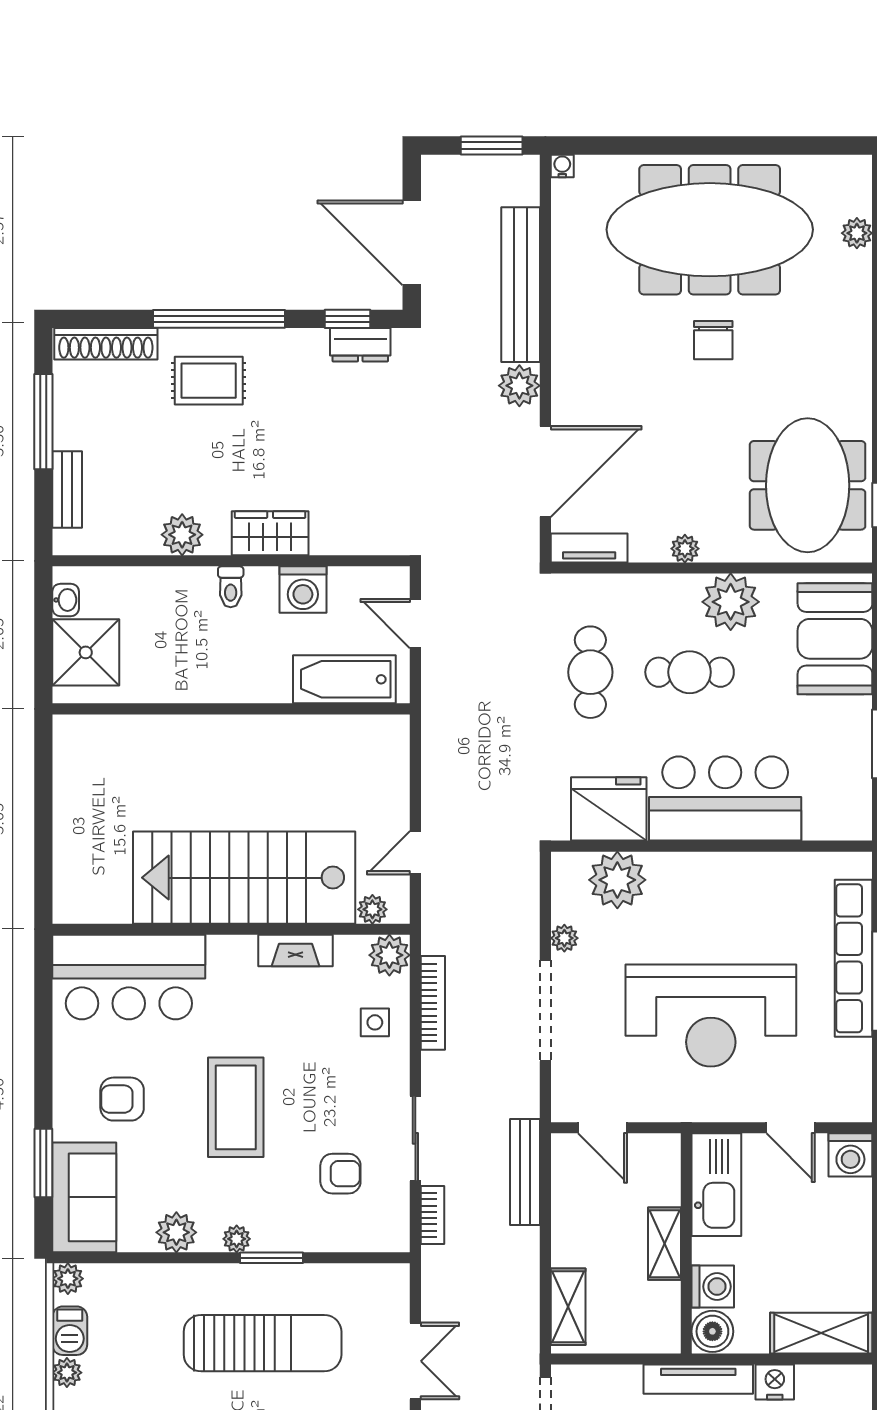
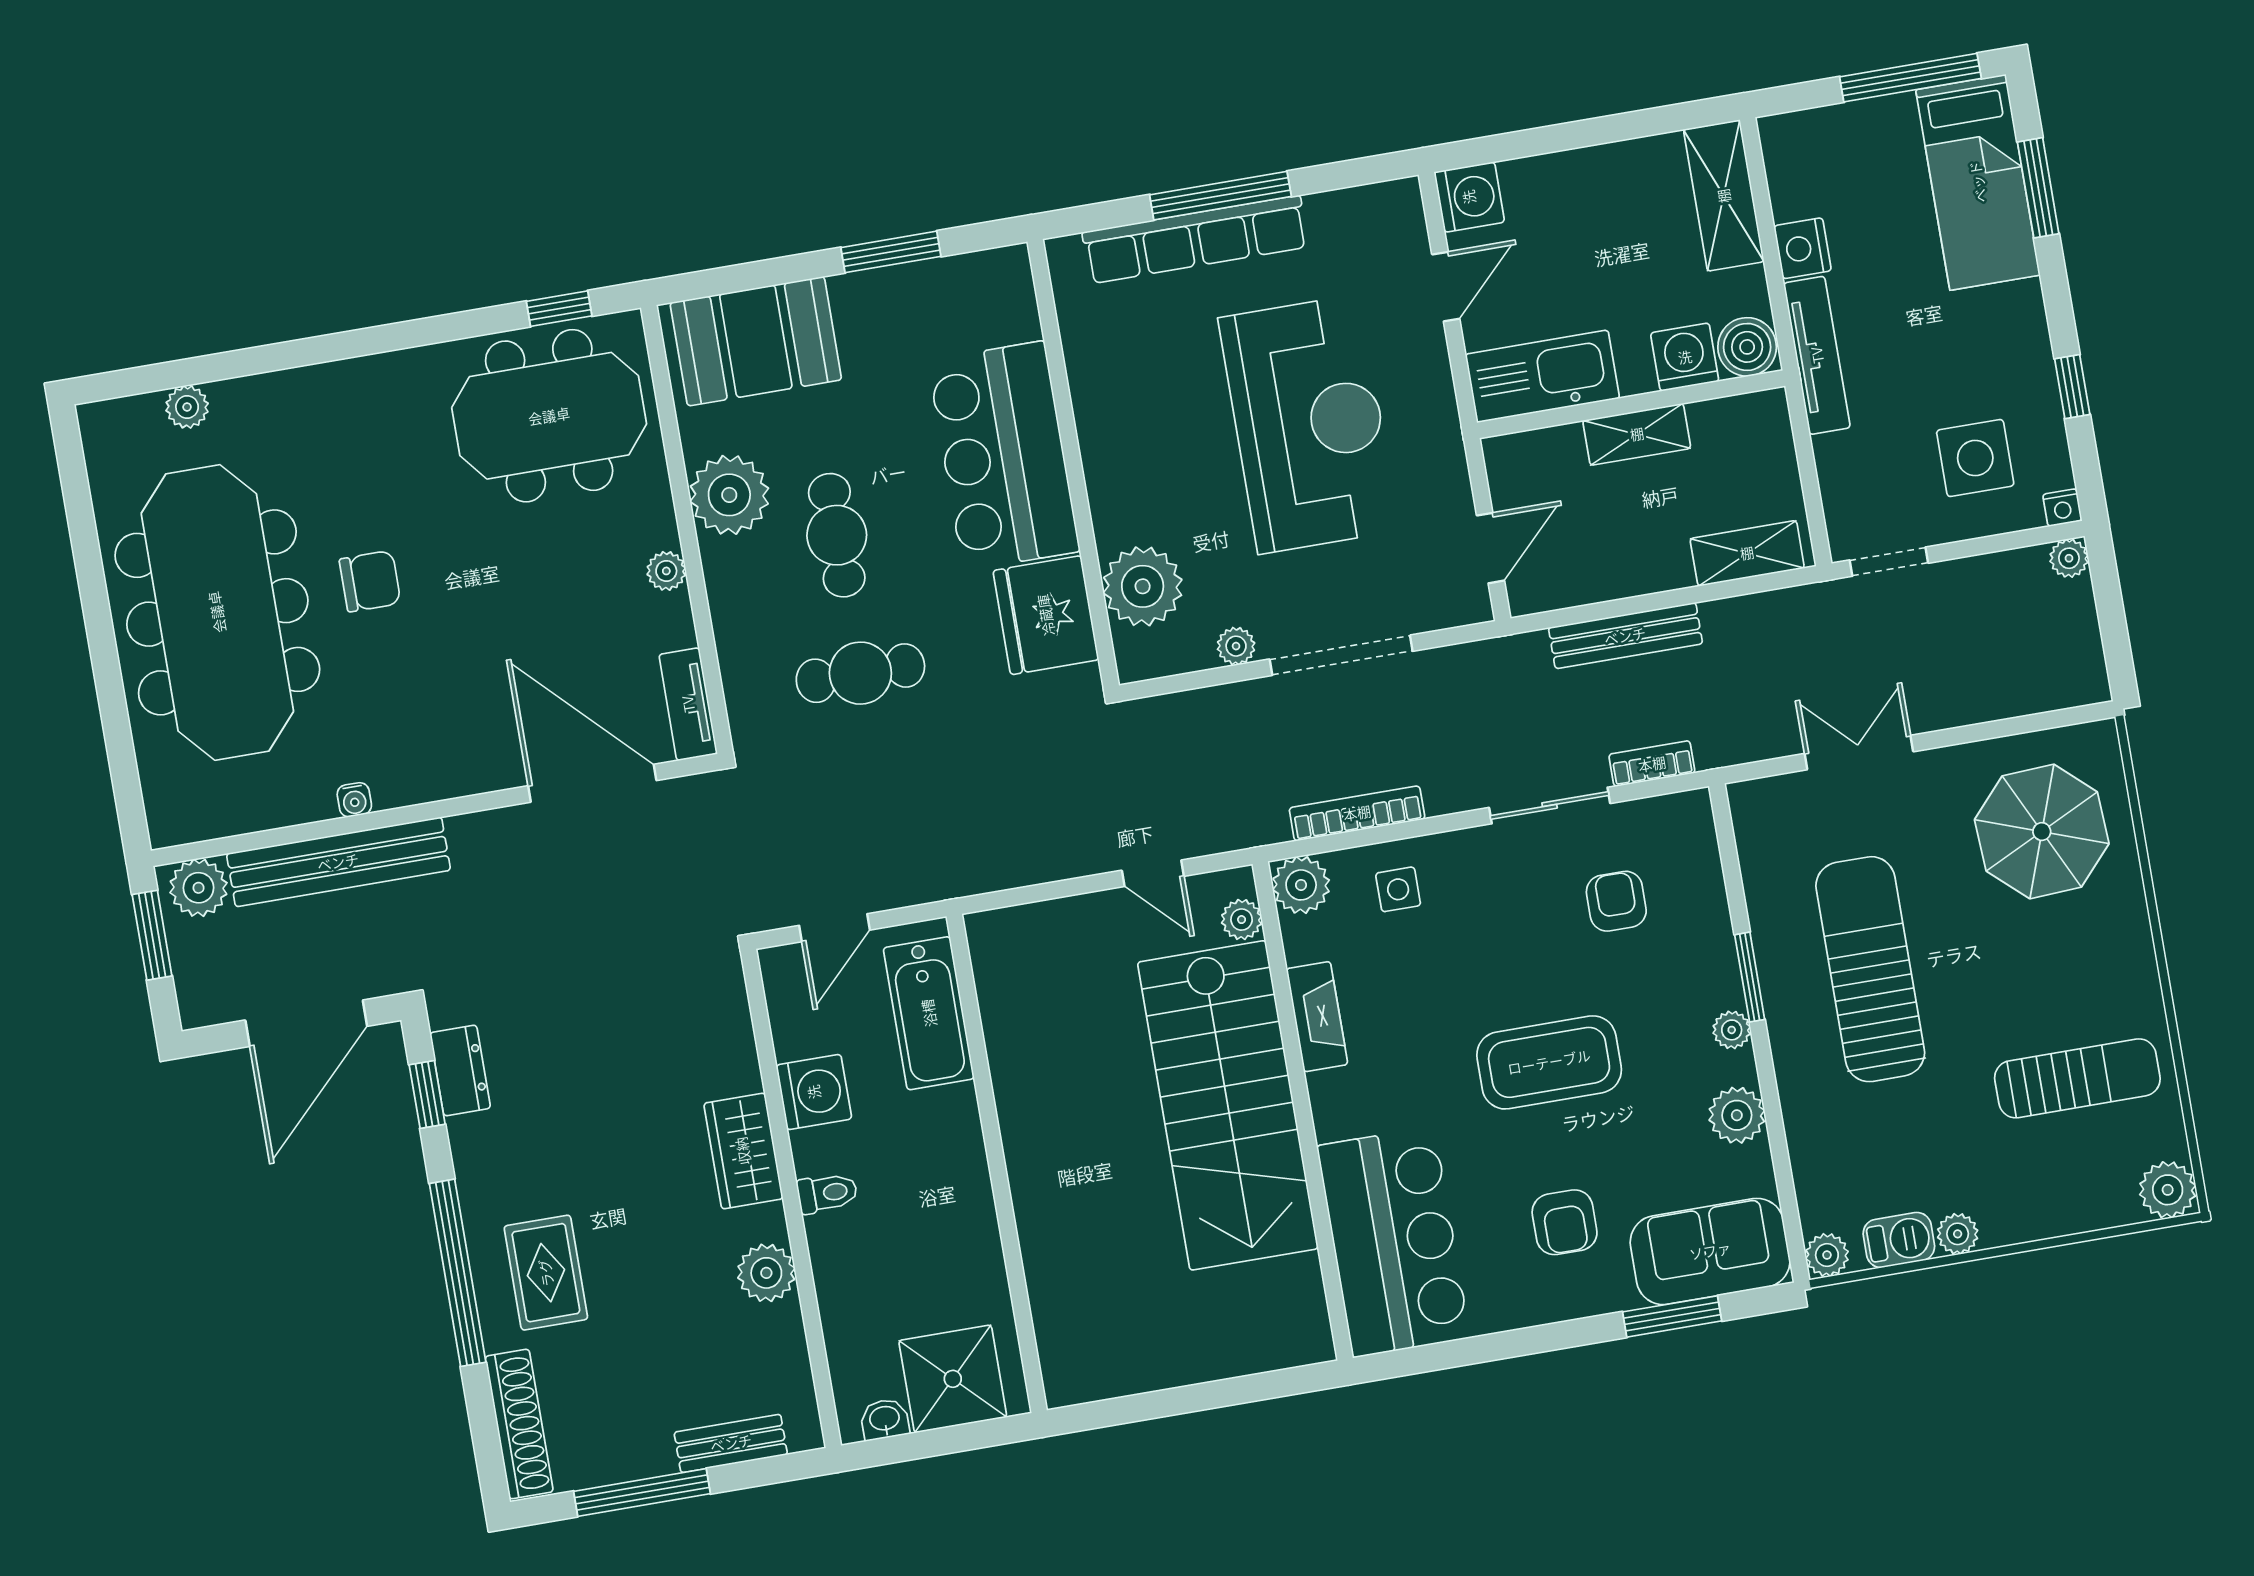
water cooler: (562, 166) -> (354, 800), moved, turned -90
plant: (519, 386) -> (199, 888), moved
bench: (525, 1172) -> (1625, 636), moved

